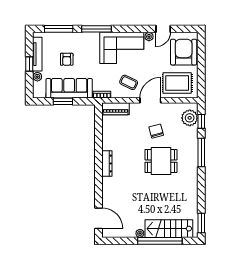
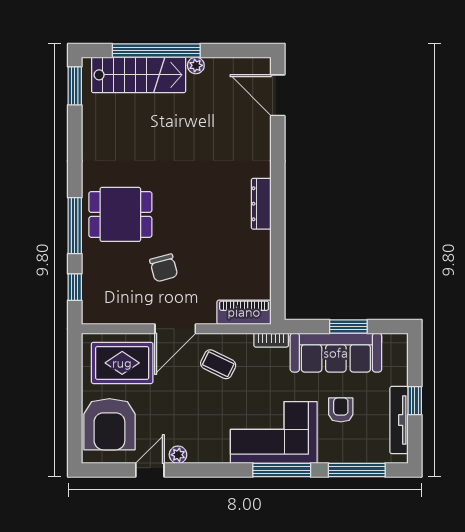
corner sofa: (122, 48) -> (274, 432), moved
plant: (37, 77) -> (399, 375), removed
plant: (190, 118) -> (97, 294), removed
dining table: (161, 161) -> (120, 214), moved

